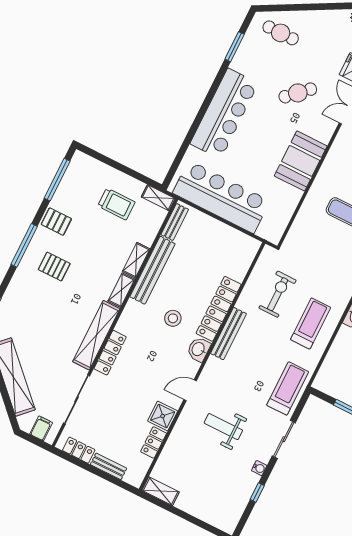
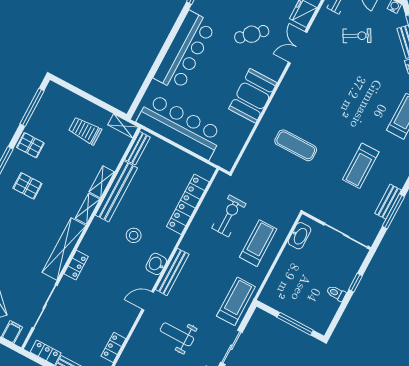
trolley: (116, 204) -> (85, 131), turned 180
locker: (219, 309) -> (188, 204), moved
bench: (228, 334) -> (172, 272), moved
locker: (110, 353) -> (76, 265), width x0.66
shower: (163, 416) -> (122, 324), removed

